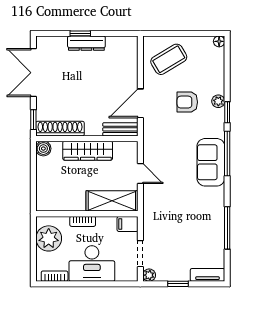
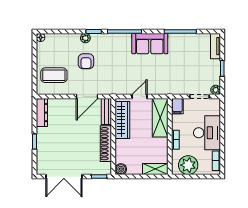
dresser: (86, 43) -> (42, 113), moved
coffee table: (169, 59) -> (54, 75), turned -59
door: (140, 103) -> (87, 96), hinge flipped
shoe rack: (60, 129) -> (106, 144), moved
wardrobe: (88, 151) -> (122, 120), moved
sofa: (211, 162) -> (150, 44), moved
shelving: (43, 194) -> (155, 169), added

